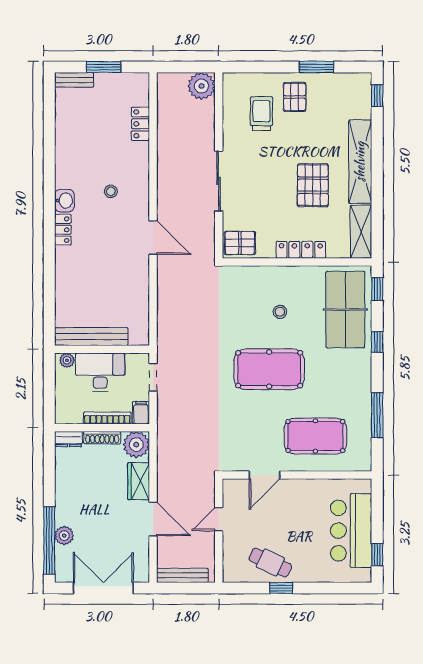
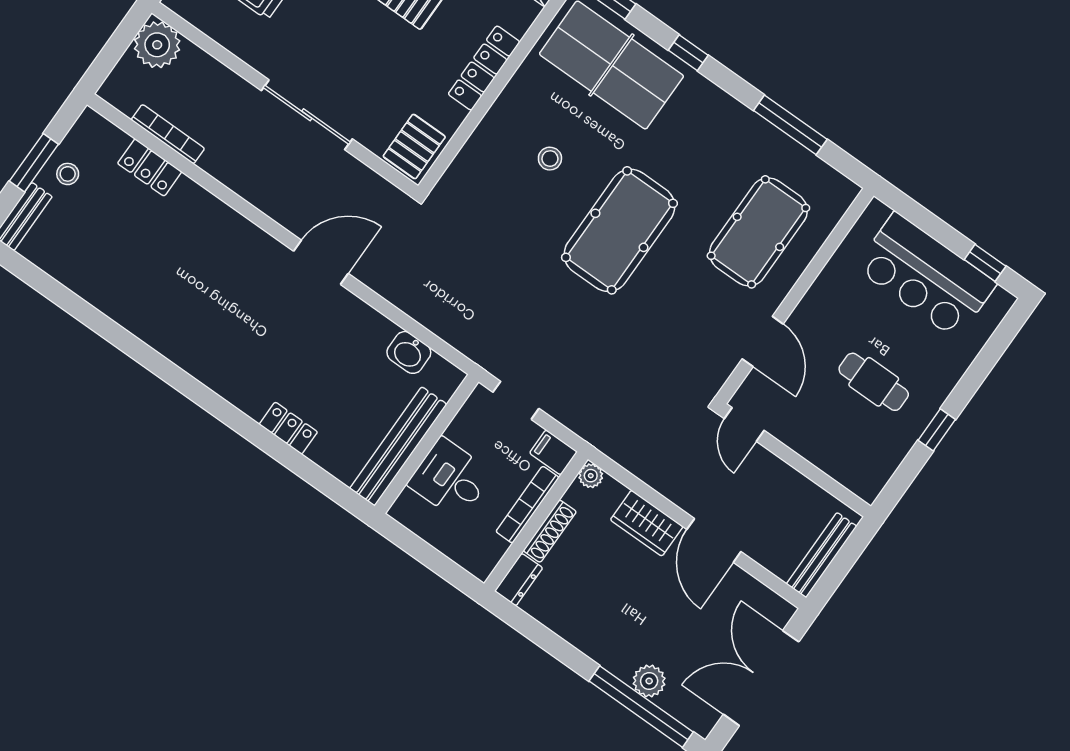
bookcase: (162, 121) -> (168, 134), added
stool: (111, 191) -> (68, 174), moved
washbasin: (64, 201) -> (409, 352), moved, turned 180
locker: (63, 230) -> (288, 428), moved
plant: (67, 360) -> (407, 504), removed
desk: (100, 372) -> (450, 479), width x0.73
plant: (136, 445) -> (591, 476), width x0.53, depth x0.53
door: (153, 519) -> (714, 540), swing flipped
door: (219, 519) -> (744, 425), moved
cafe table: (270, 563) -> (874, 382), moved, turned 65

